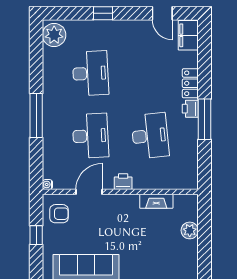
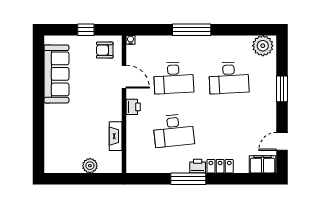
window: (103, 13) -> (282, 89), width x1.50
armchair: (59, 214) -> (105, 50), turned 90

